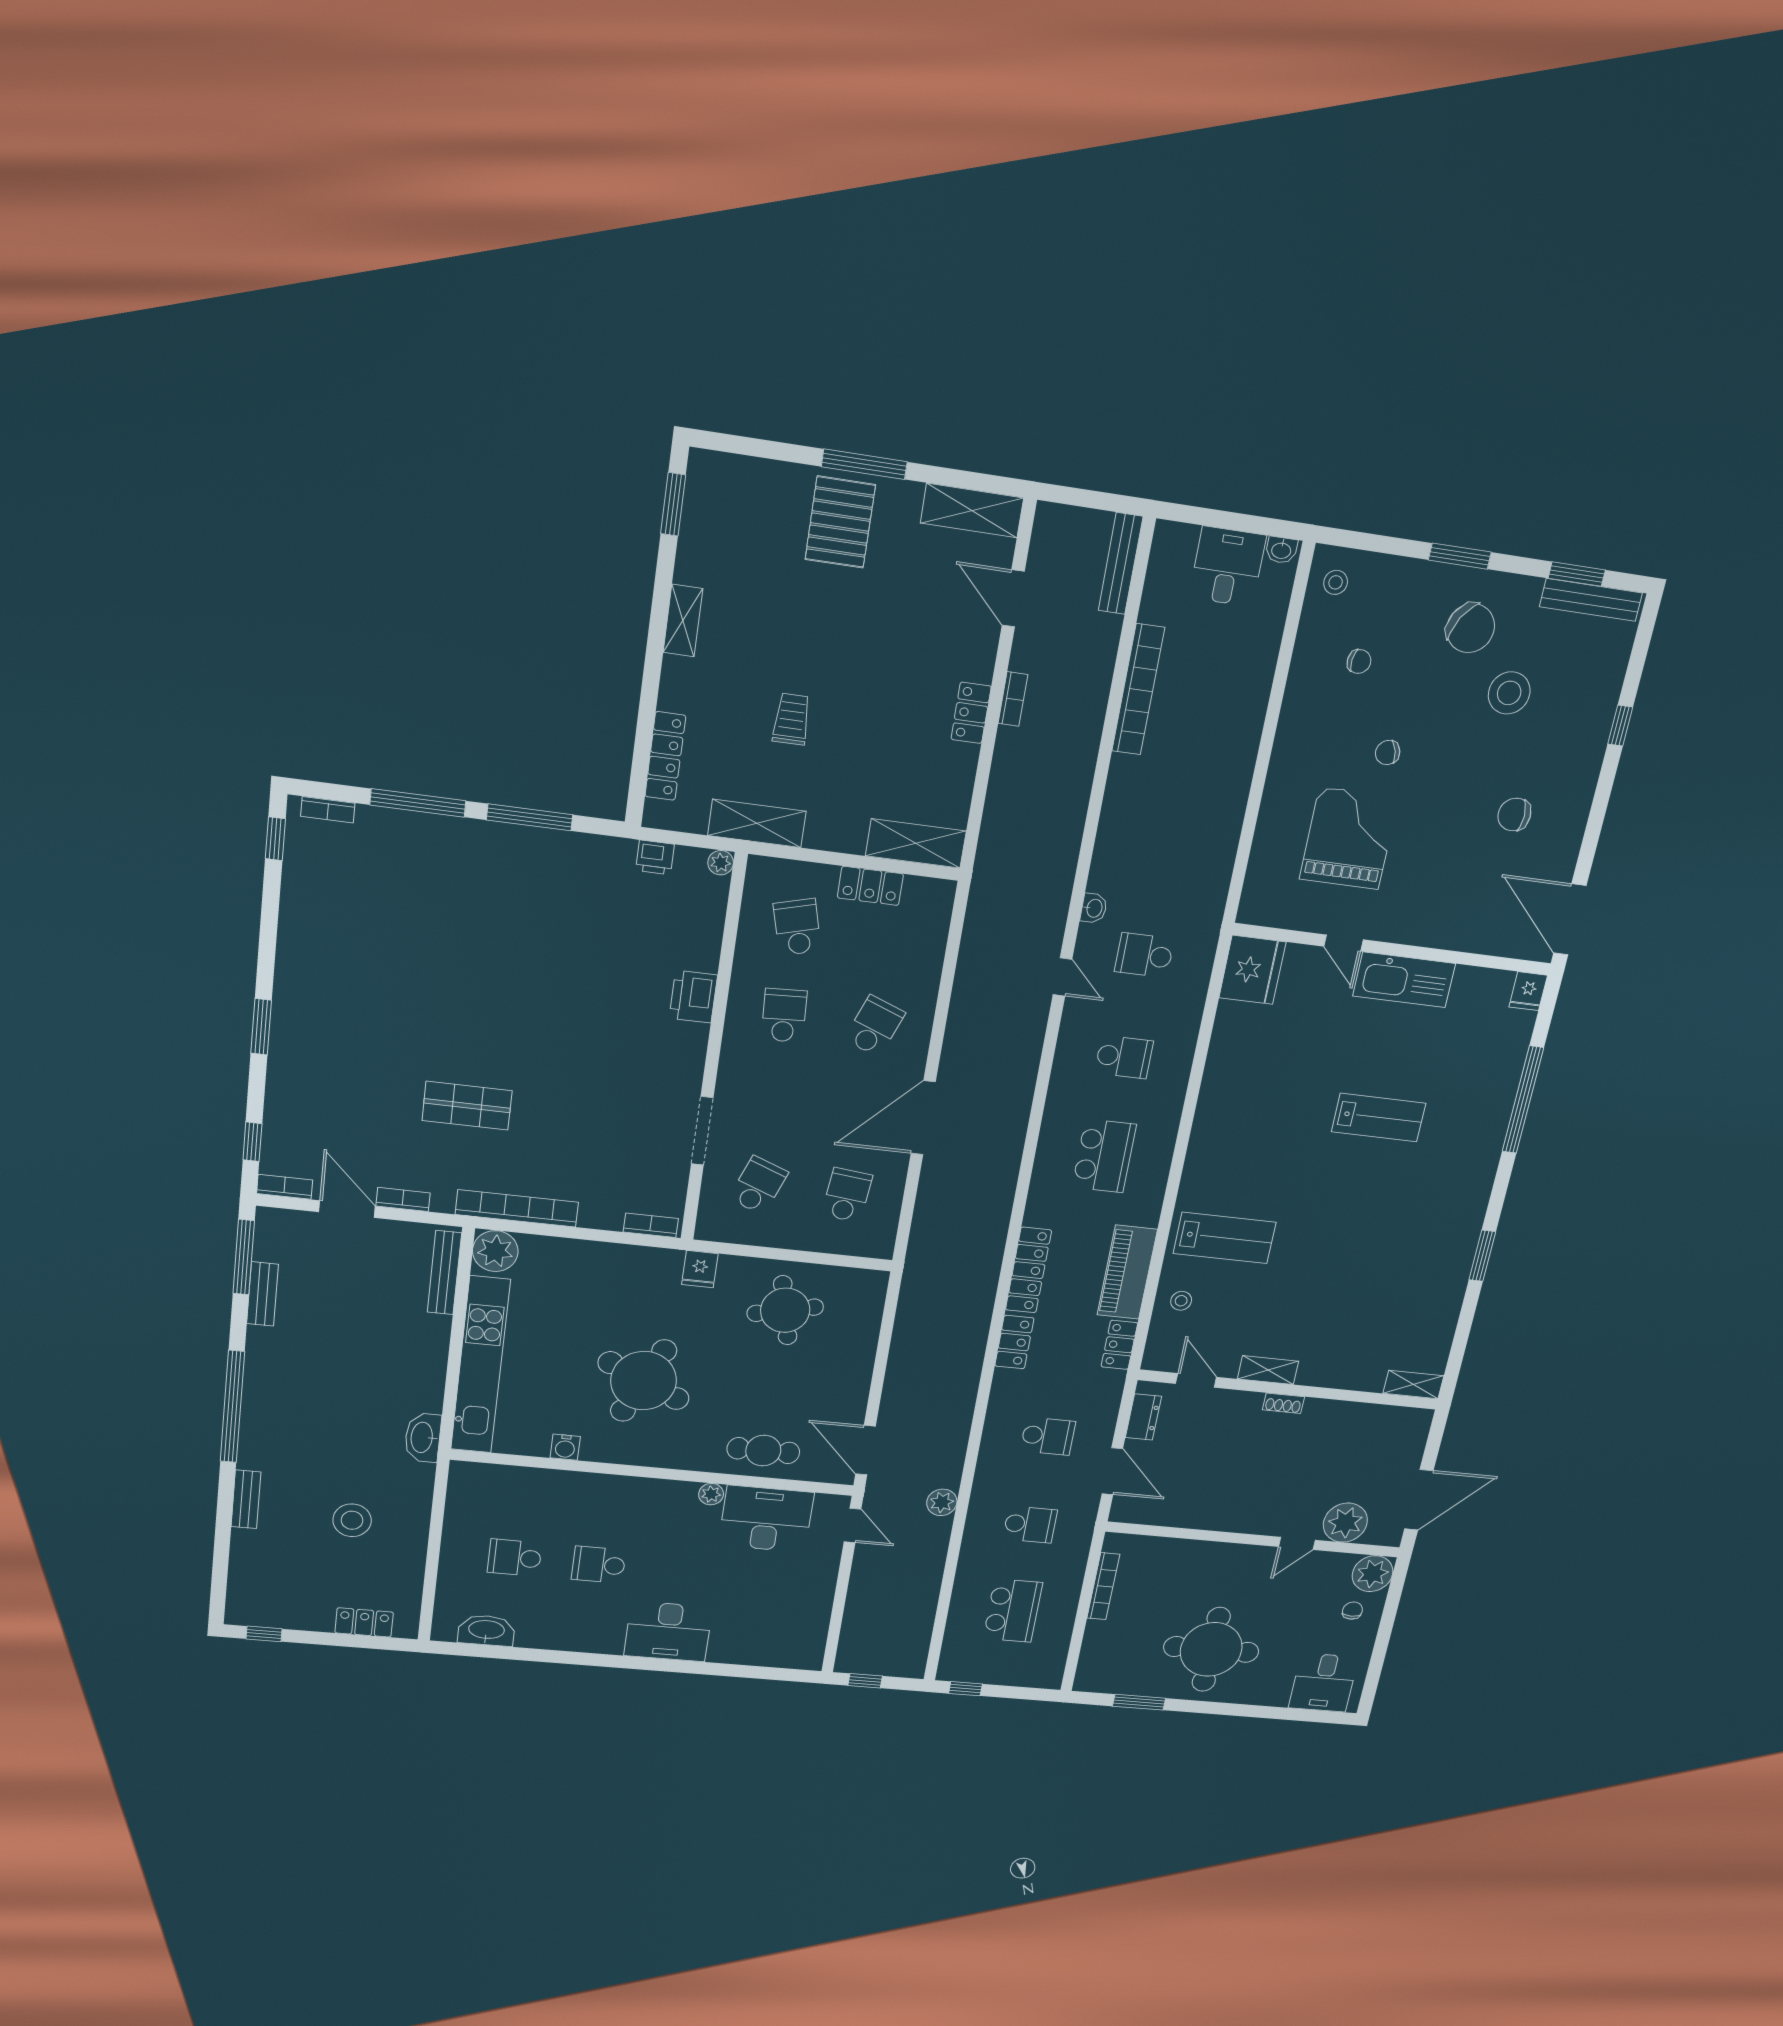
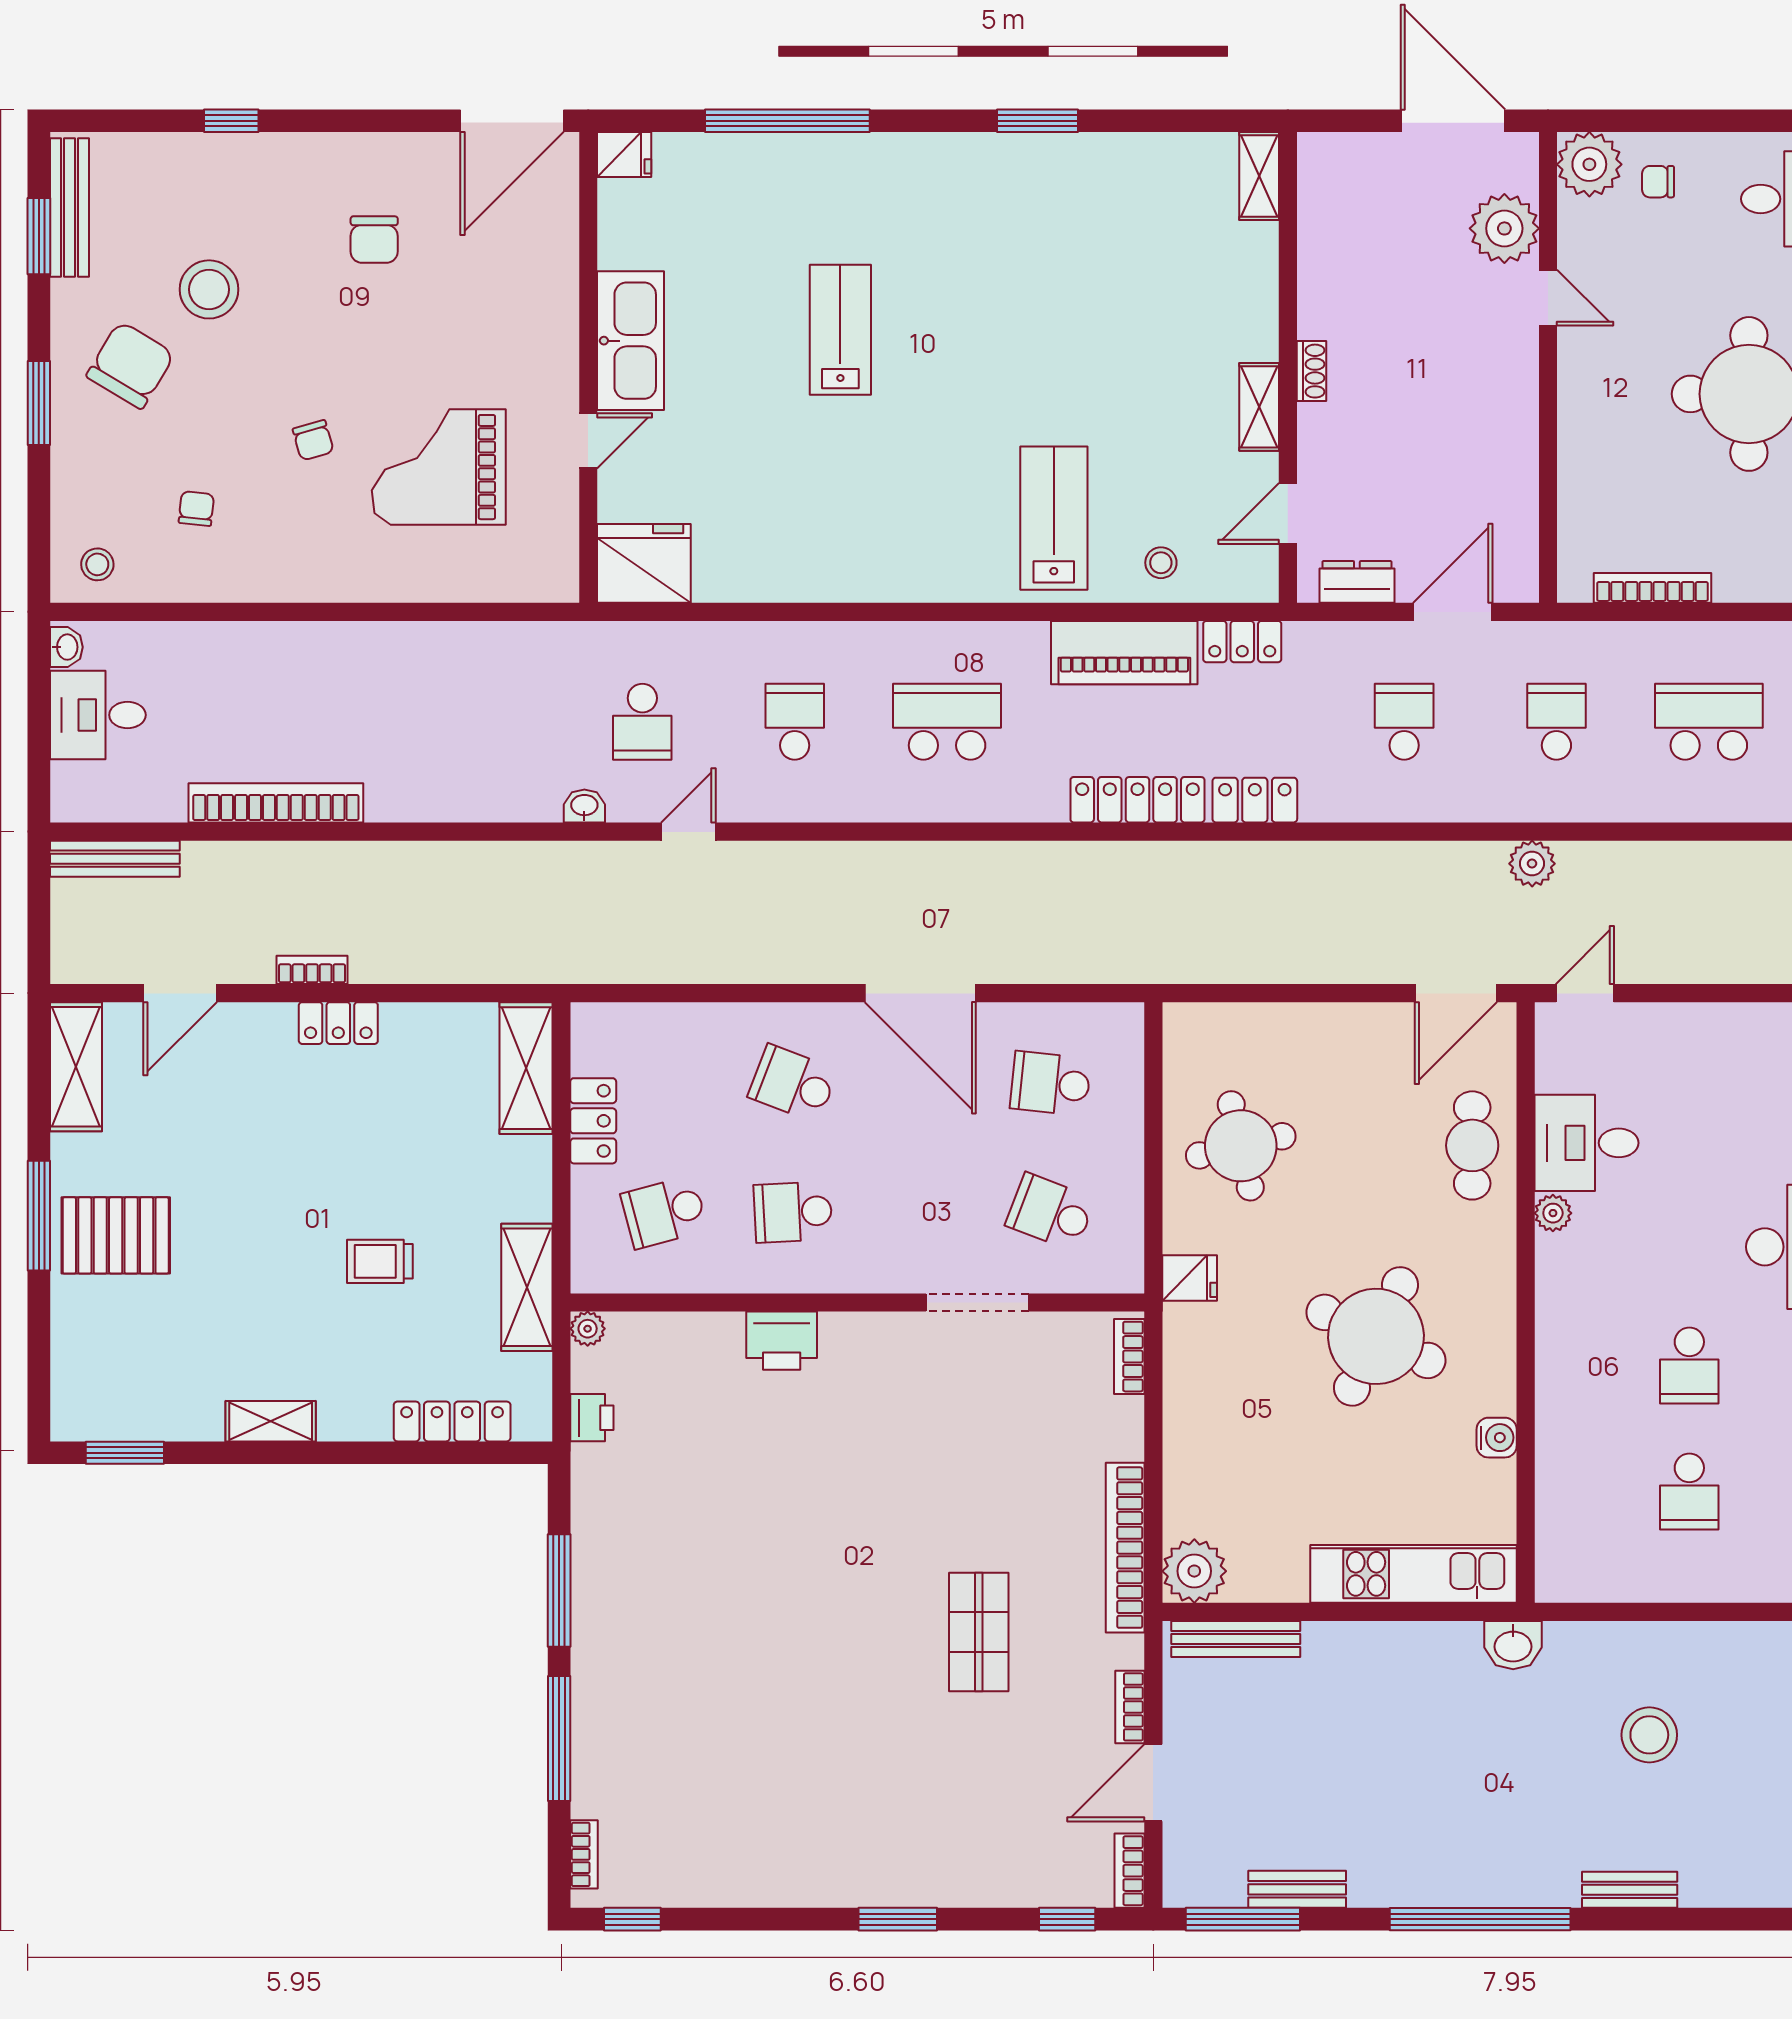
kitchen unit: (480, 1365) -> (1414, 1574), width x0.73
washbasin: (423, 1438) -> (1513, 1645), width x0.72
desk: (766, 1519) -> (1587, 1143), width x0.73

